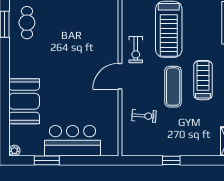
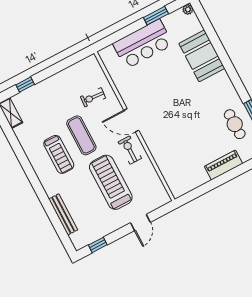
door: (120, 76) -> (131, 120), swing flipped
window: (171, 160) -> (25, 85), moved

